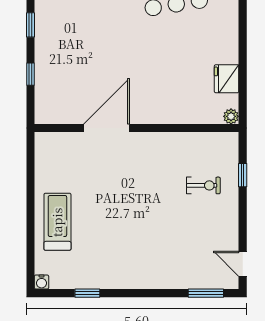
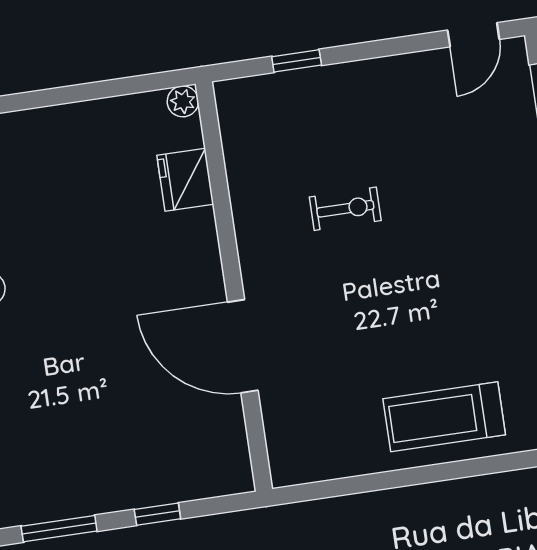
window: (30, 25) -> (59, 529), width x1.50
fridge: (227, 79) -> (185, 180), moved, turned 90
exercise bike: (203, 185) -> (345, 209), moved, turned 90

